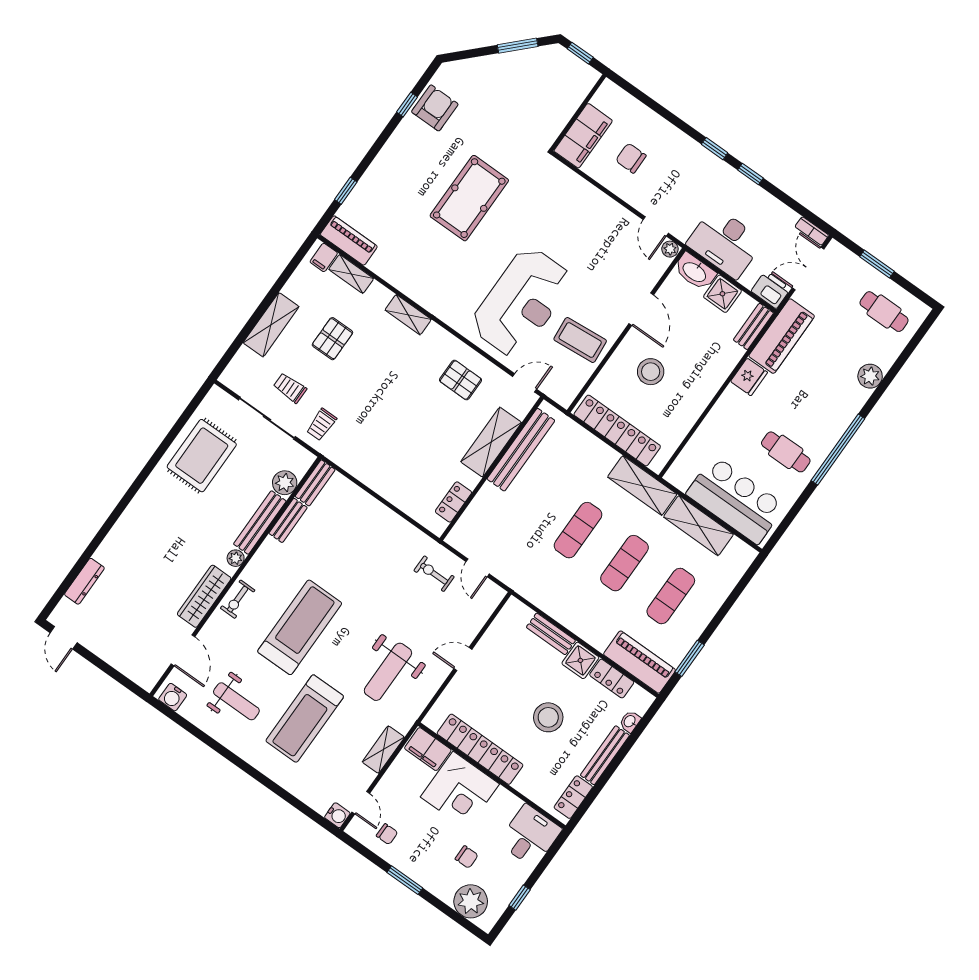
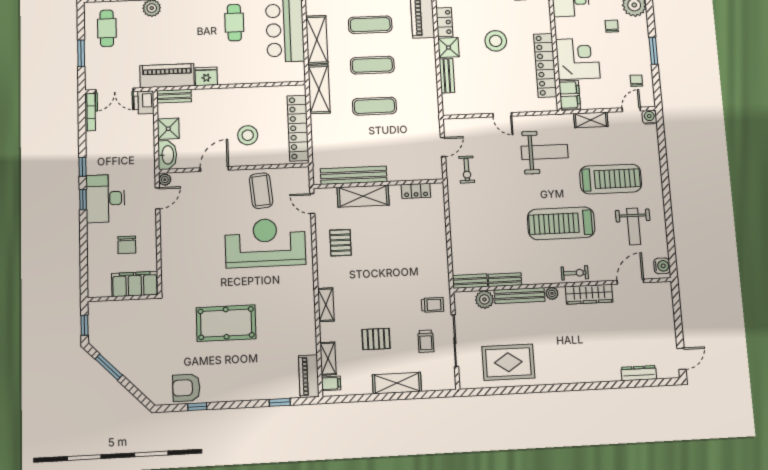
bookcase: (812, 231) -> (90, 112), width x1.56
desk: (725, 242) -> (105, 198), moved, turned 180
weight bench: (236, 701) -> (634, 227), turned 180

